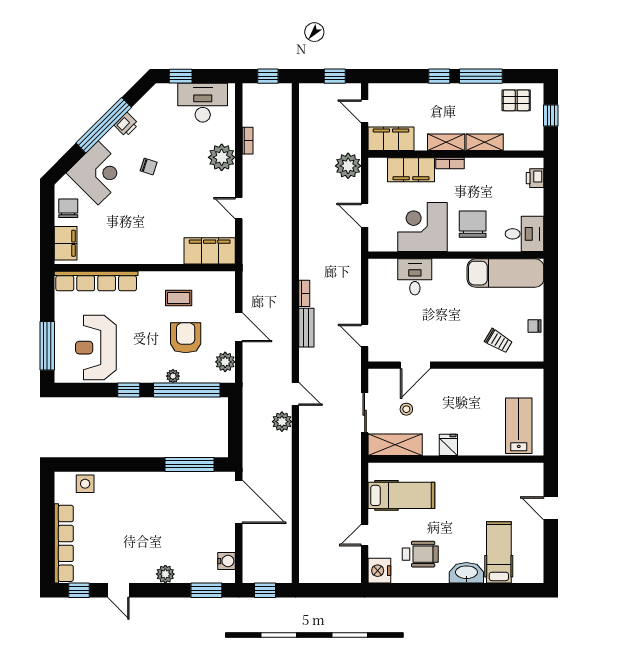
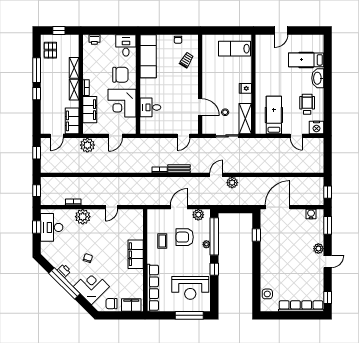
window: (181, 76) -> (37, 227), moved
chair: (473, 224) -> (120, 75), turned 180
filing cabinet: (210, 251) -> (136, 254), moved
window: (190, 464) -> (256, 235), width x0.46
door: (118, 590) -> (328, 261), moved

